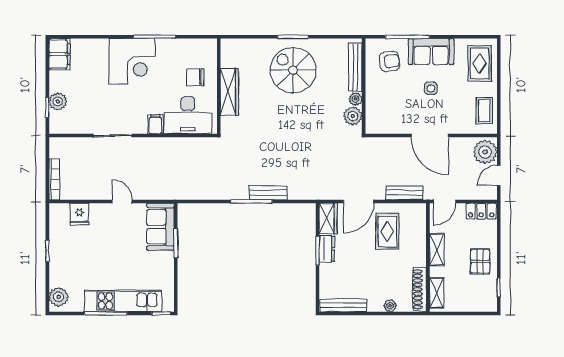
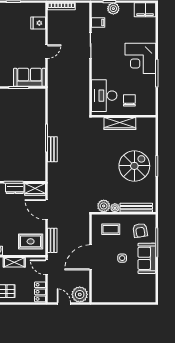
rug: (480, 63) -> (139, 291), removed
coffee table: (484, 111) -> (111, 229), moved
filing cabinet: (155, 124) -> (98, 22), moved
rug: (387, 231) -> (31, 241), moved

